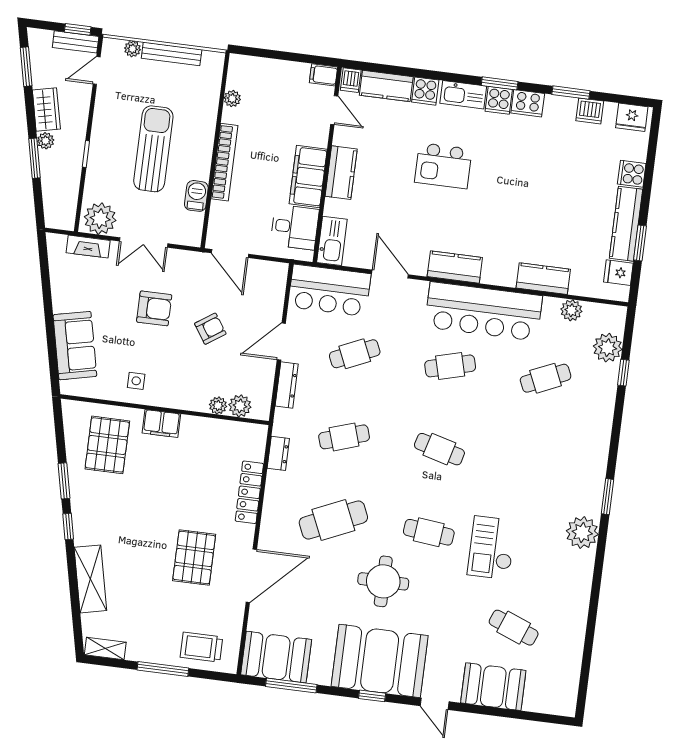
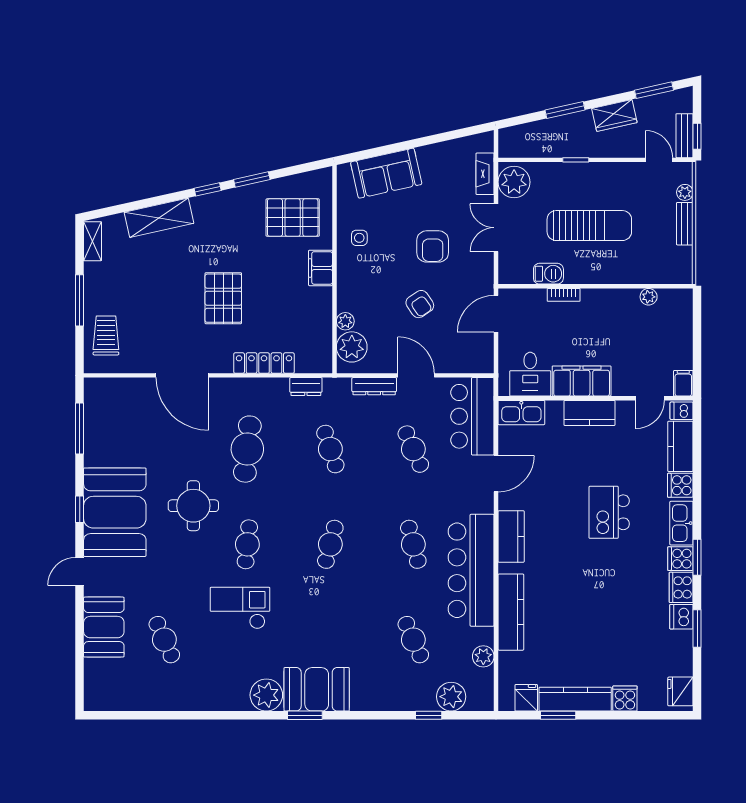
bench: (172, 54) -> (685, 224), width x0.73
dishwasher: (590, 111) -> (681, 617), moved
plant: (46, 141) -> (584, 119), removed
bookcase: (224, 162) -> (564, 295), width x0.43, depth x0.76
kitchen counter: (543, 279) -> (511, 612), width x1.50
plant: (240, 406) -> (352, 347), width x1.36, depth x1.36
cafe table: (333, 520) -> (247, 449), turned 30
pallet: (194, 558) -> (223, 298), moved, turned 90
cafe table: (514, 628) -> (164, 640), turned -45
booth: (276, 657) -> (317, 689), moved, turned 90

